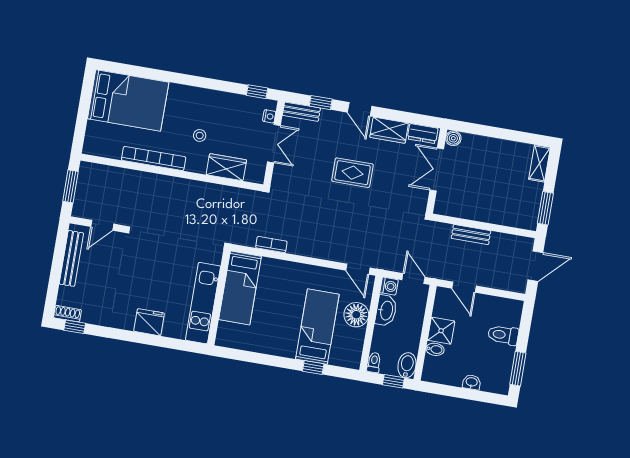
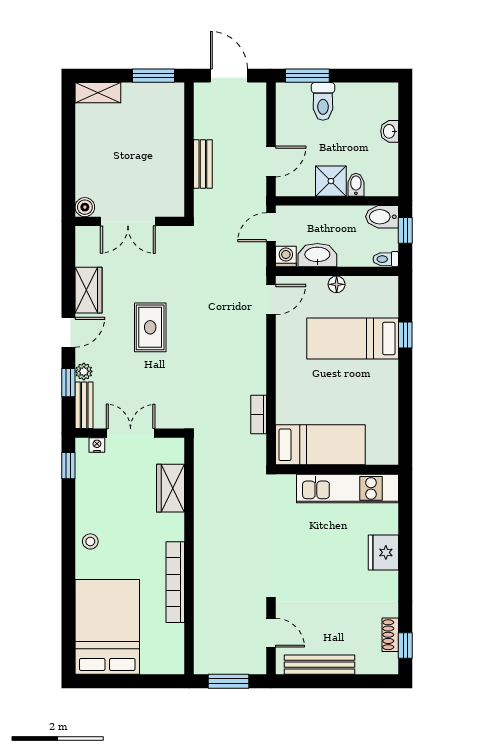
plant: (327, 116) -> (84, 371), added
dresser: (423, 134) -> (85, 247), removed
stool: (200, 135) -> (90, 541), moved
shoe rack: (67, 314) -> (390, 635), moved
floor lamp: (356, 315) -> (337, 284), width x0.53, depth x0.53
window: (518, 369) -> (307, 76), moved

